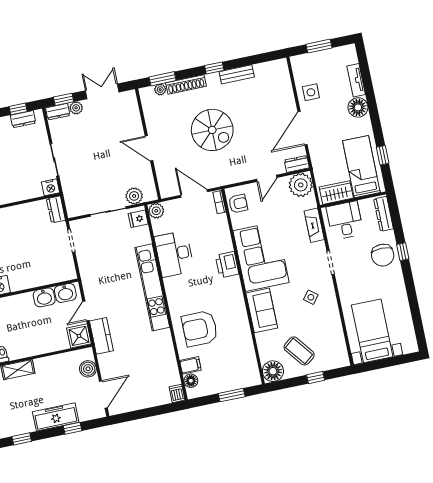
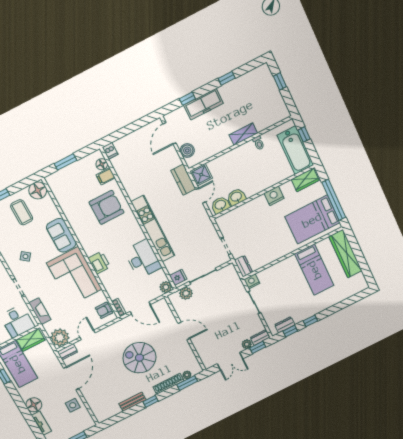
coffee table: (299, 351) -> (22, 212), turned 38

